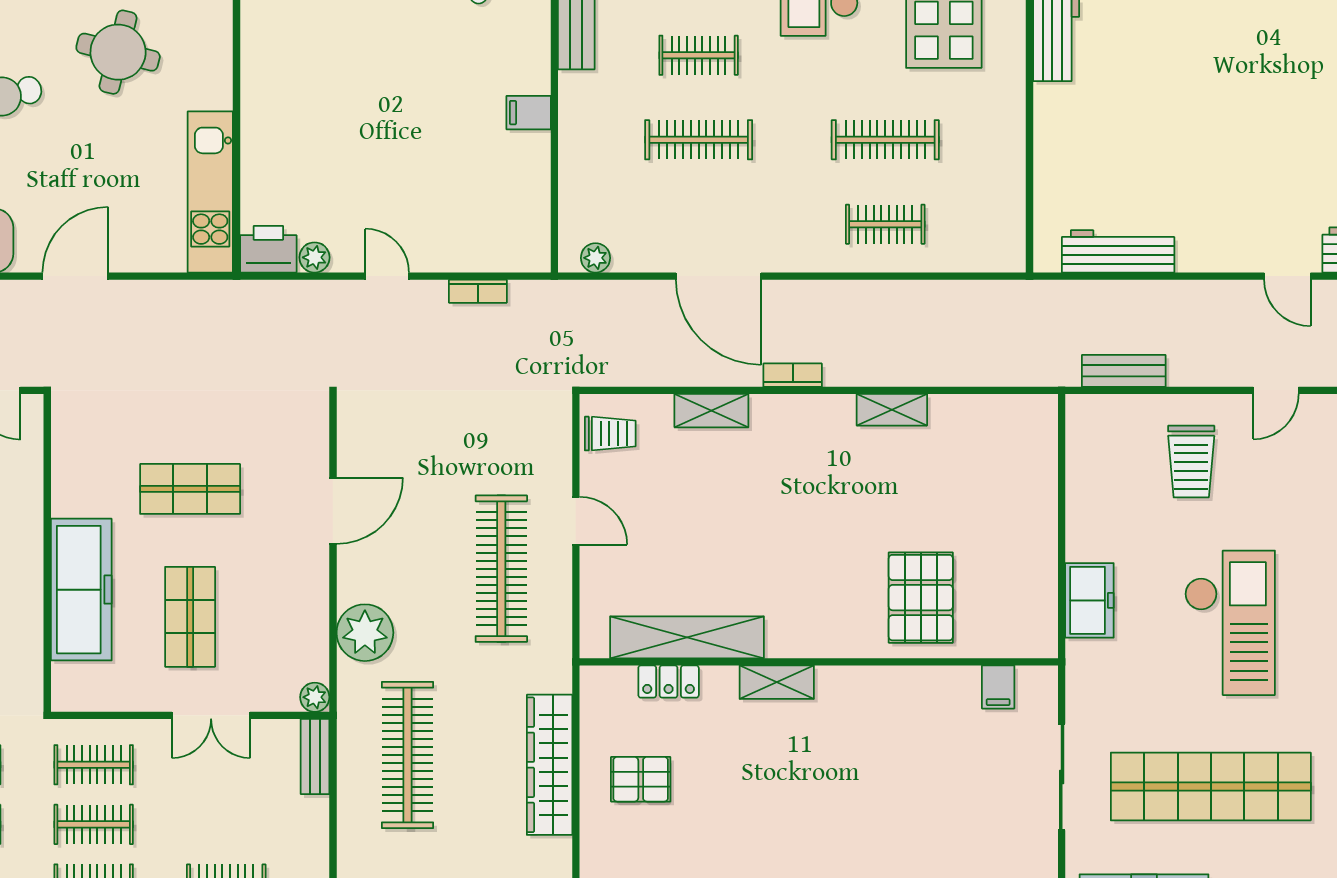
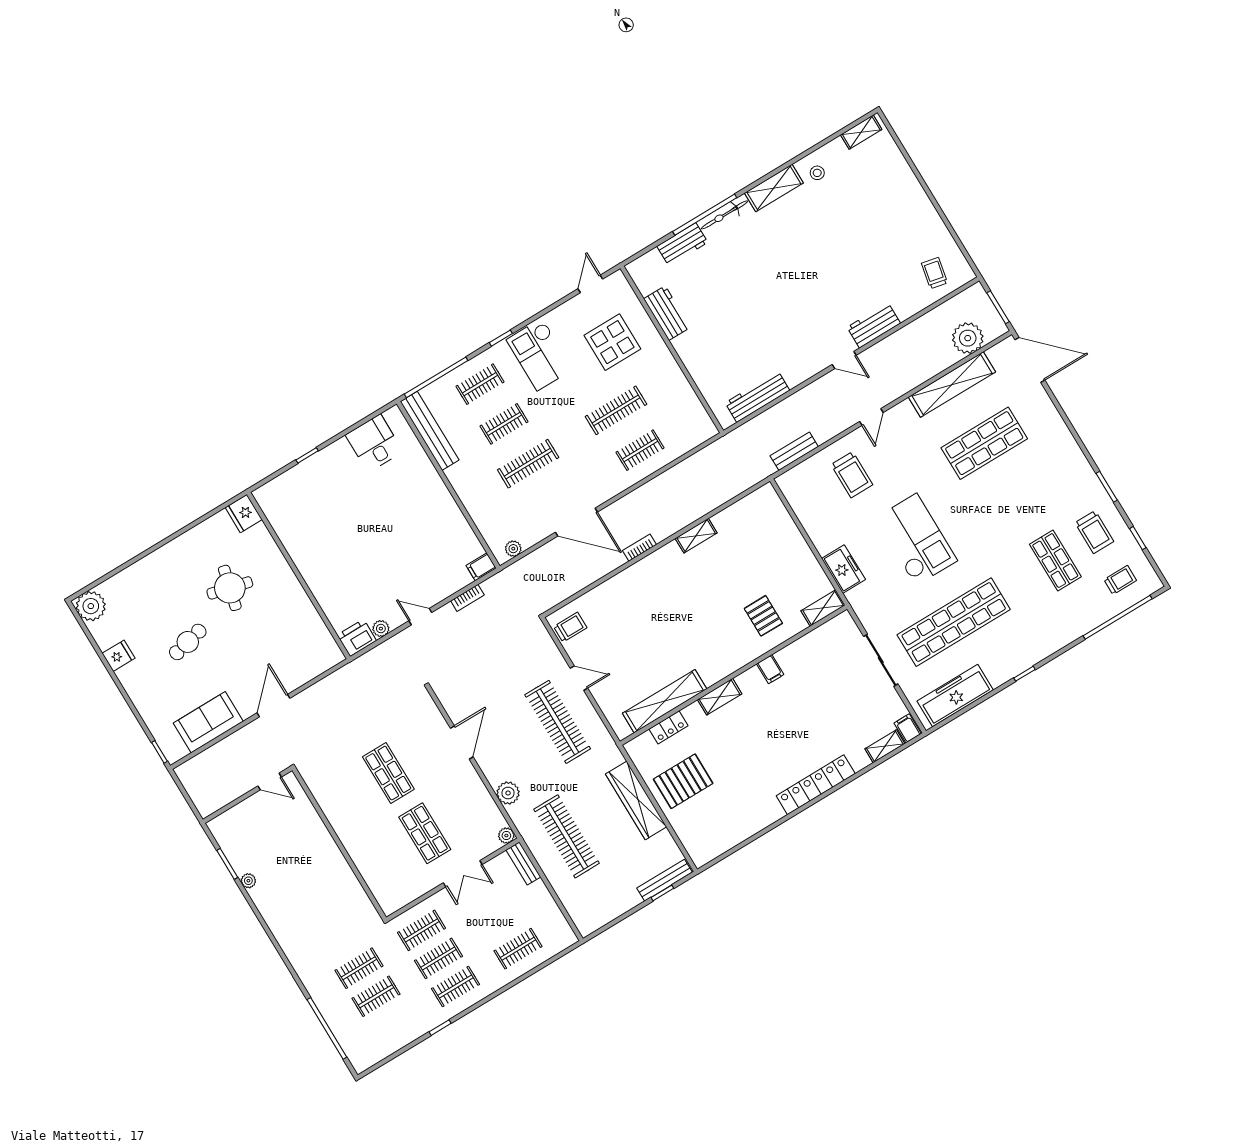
filing cabinet: (529, 113) -> (481, 567), moved
kitchen unit: (210, 192) -> (313, 627), removed
shelving: (711, 411) -> (823, 608), moved
shop shelf: (190, 489) -> (388, 773), turned 90
freezer: (81, 590) -> (366, 851), removed
pallet: (921, 598) -> (763, 616), width x0.67, depth x0.71
plant: (365, 633) -> (508, 793), width x0.73, depth x0.73
filing cabinet: (998, 687) -> (770, 669), moved
pallet: (641, 779) -> (683, 781), width x1.50, depth x1.42

